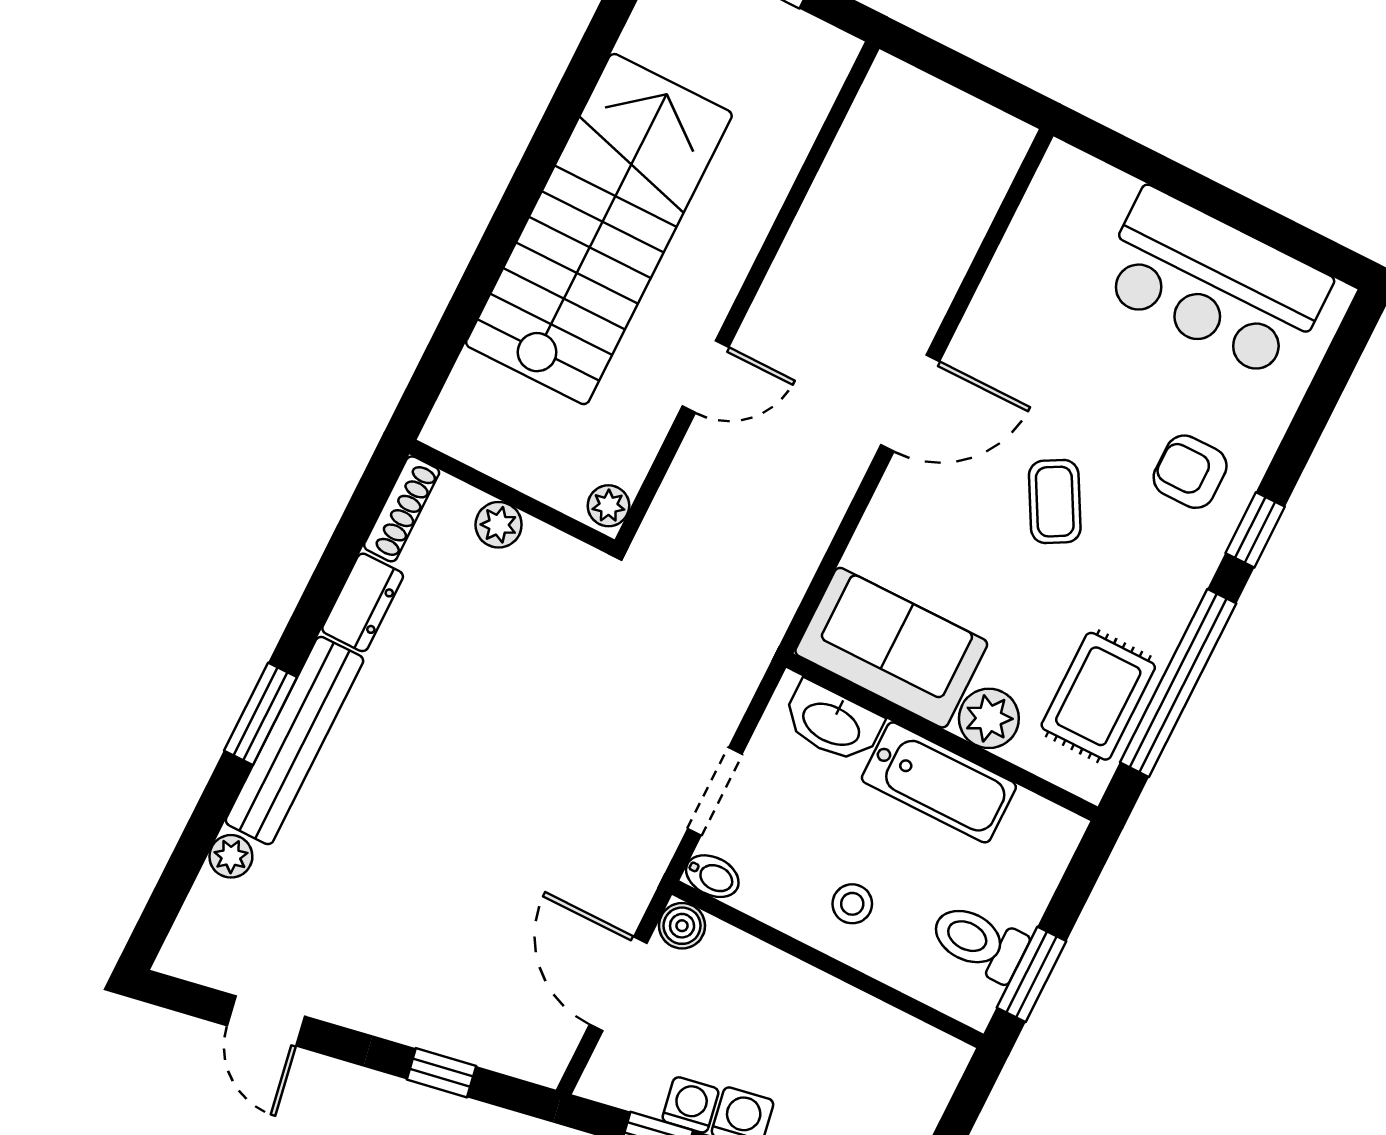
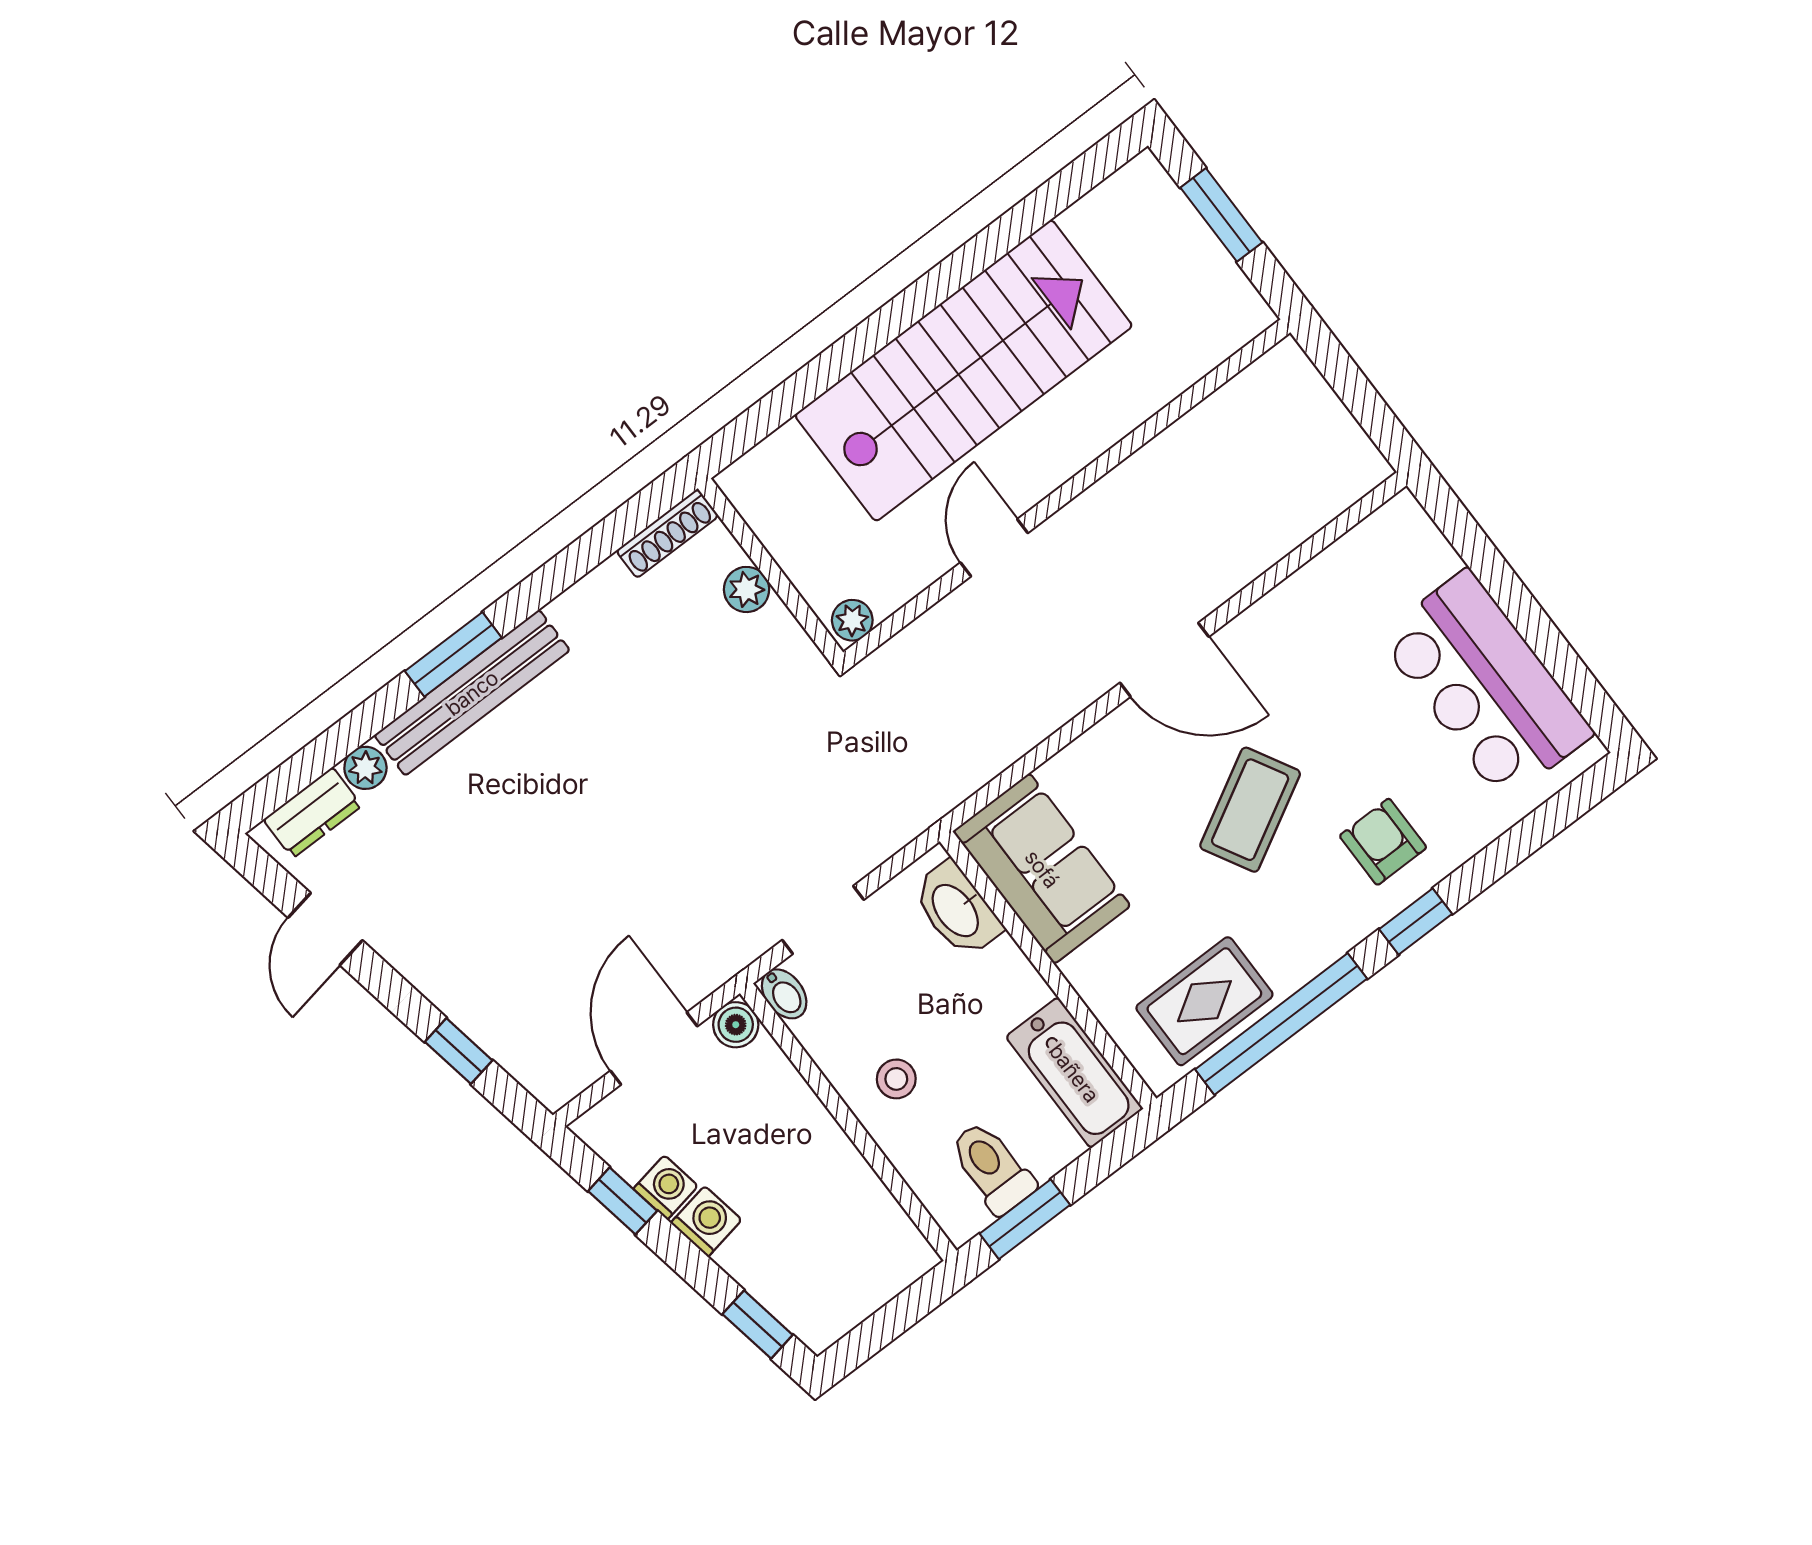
door: (706, 377) -> (994, 548), swing flipped
coffee table: (1055, 502) -> (1250, 810), width x1.36, depth x1.30
dresser: (363, 602) -> (313, 813), moved
plant: (989, 718) -> (1098, 974), removed
bathtub: (939, 782) -> (1074, 1073), moved

